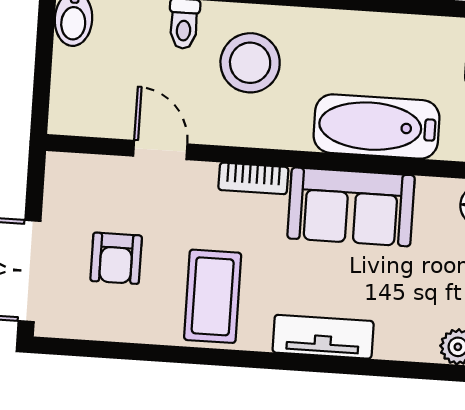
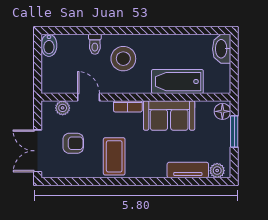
plant: (96, 172) -> (63, 108), added
armchair: (116, 258) -> (73, 143), turned -90
tv unit: (323, 337) -> (188, 170), moved

